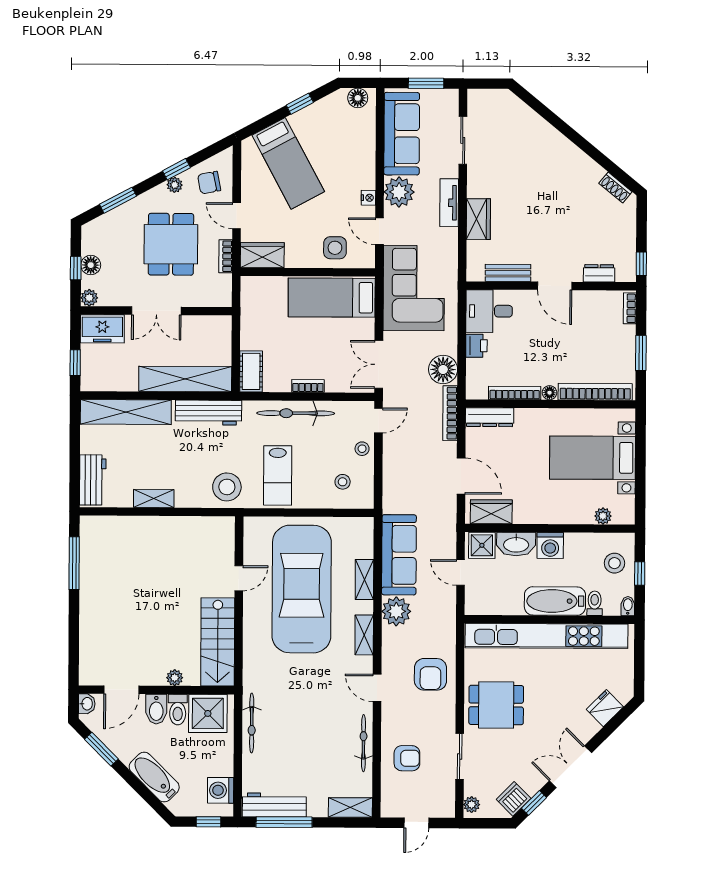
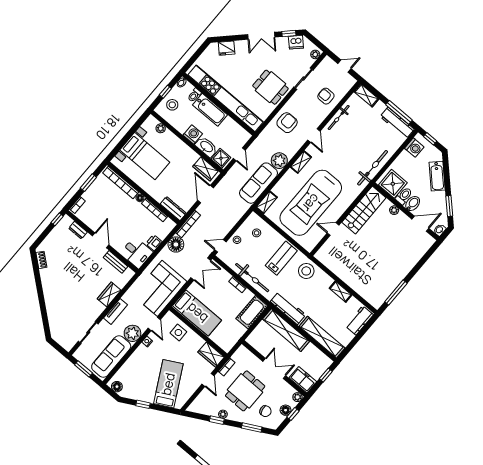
chair: (209, 183) -> (265, 411), moved
cot: (251, 371) -> (252, 312), width x1.37, depth x1.34
shelving: (364, 579) -> (267, 202), moved
bicycle: (252, 723) -> (373, 168), width x1.37, depth x1.40

